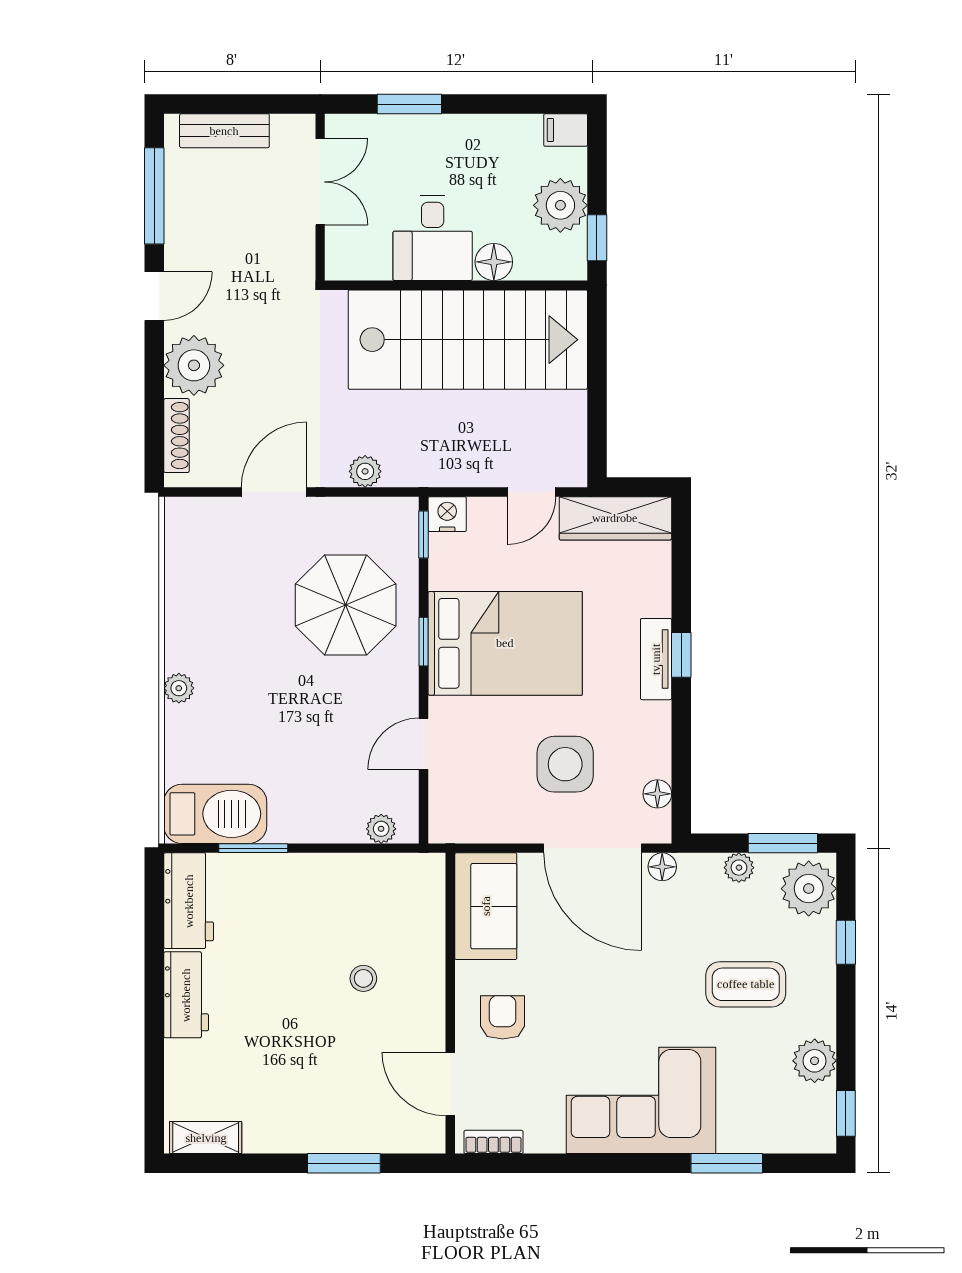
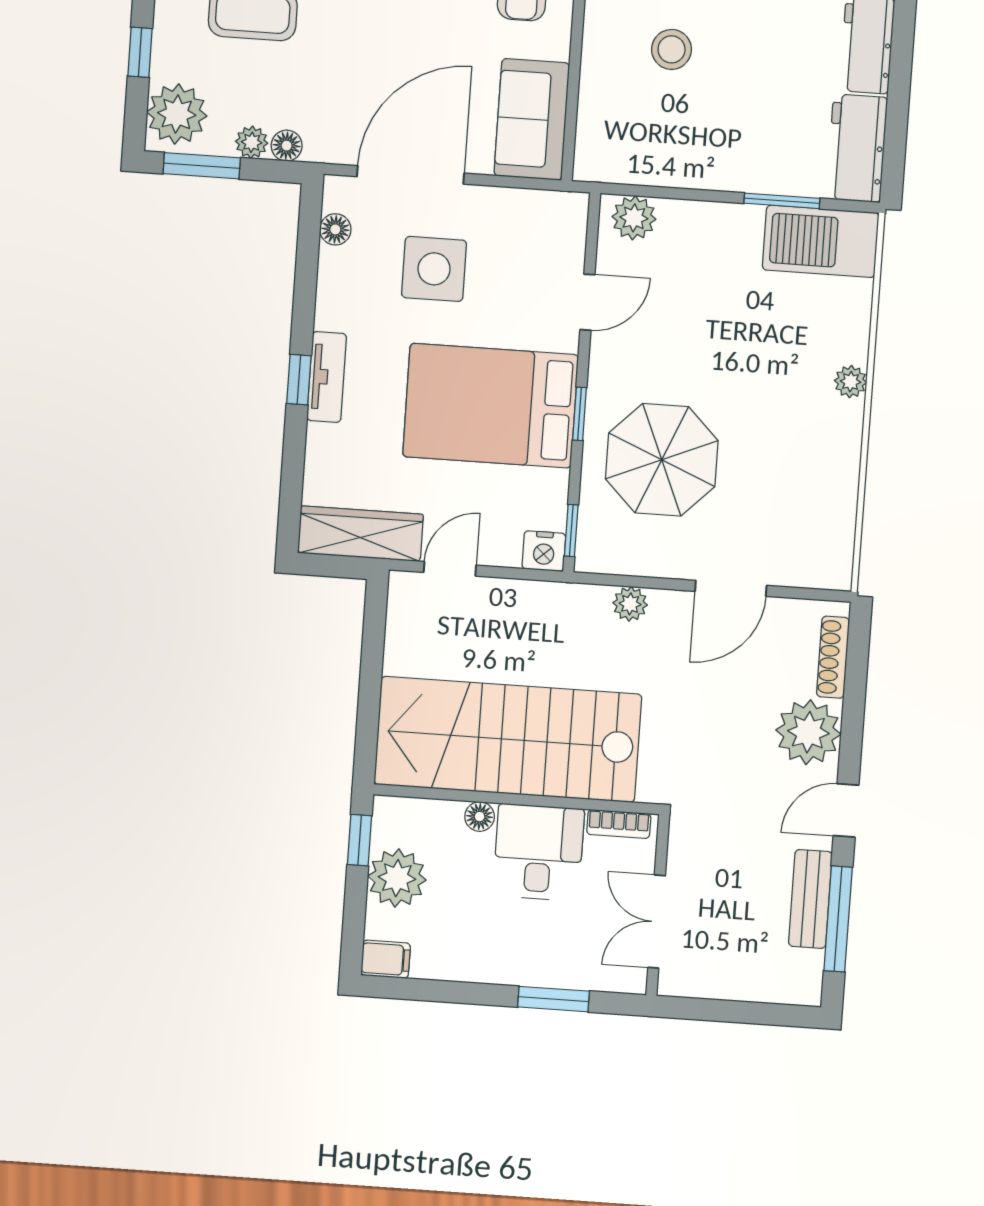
bench: (224, 131) -> (810, 899), moved, turned 90
floor lamp: (494, 262) -> (480, 817), width x0.73, depth x0.73
bookcase: (361, 269) -> (619, 824), added
plant: (381, 829) -> (634, 218), width x1.38, depth x1.38
door: (592, 848) -> (411, 175), hinge flipped
floor lamp: (662, 867) -> (287, 146), moved
stool: (363, 978) -> (672, 49), width x1.37, depth x1.37

